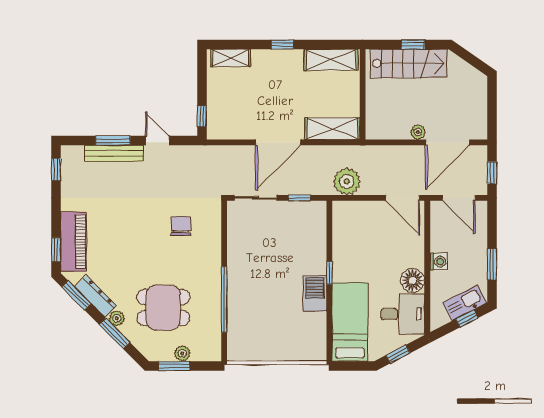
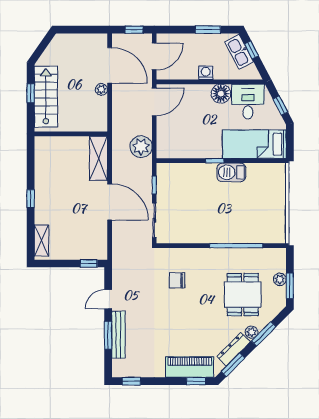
shelving: (331, 60) -> (43, 159), removed

